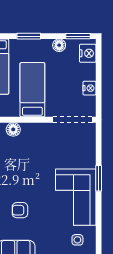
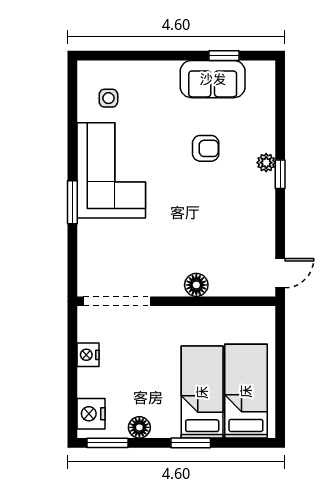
bed: (32, 90) -> (202, 392), moved, turned 180
floor lamp: (13, 129) -> (196, 285), moved

